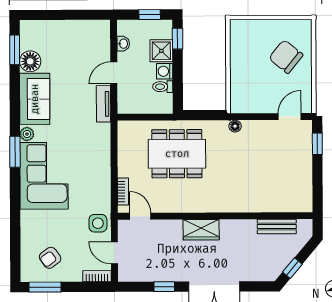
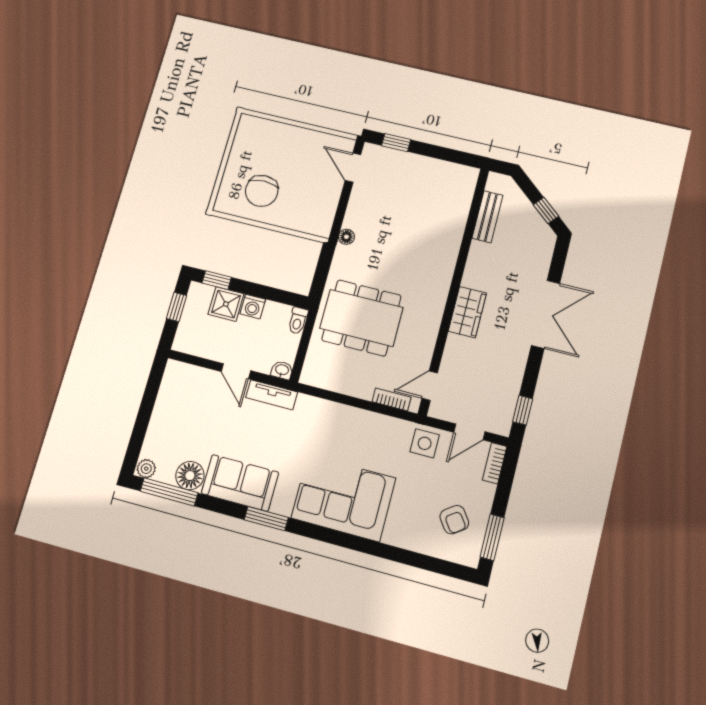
washbasin: (123, 44) -> (282, 370), moved
window: (15, 50) -> (169, 492), width x1.44
chair: (286, 57) -> (262, 191), moved, turned -39
toilet: (163, 87) -> (298, 321), moved
plant: (27, 134) -> (146, 469), moved
window: (15, 152) -> (266, 519), moved
dining table: (177, 154) -> (361, 318), turned 90
window: (164, 287) -> (523, 410), moved

